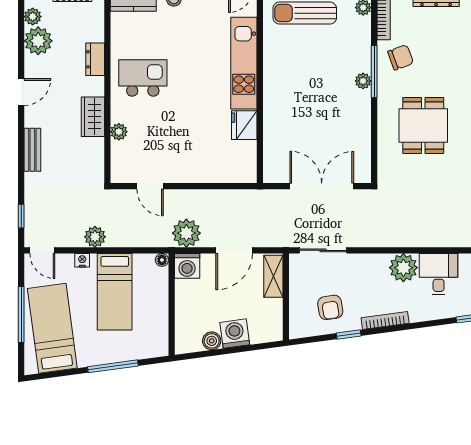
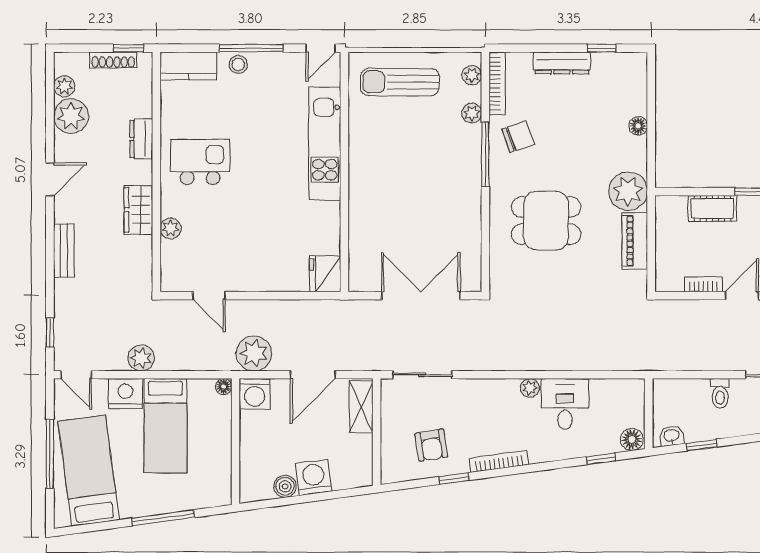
plant: (363, 81) -> (472, 113), moved
fridge: (244, 125) -> (325, 274), moved
dining table: (423, 125) -> (546, 221), turned 90
nightstand: (82, 260) -> (125, 394), width x1.89, depth x1.79
plant: (403, 268) -> (530, 388), width x0.53, depth x0.53

